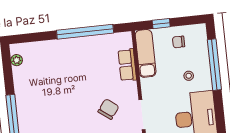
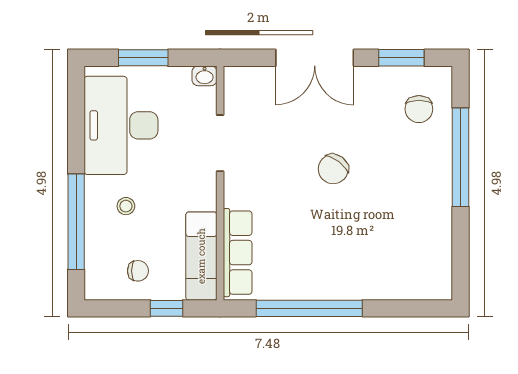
plant: (17, 60) -> (442, 269), removed
row of seats: (127, 65) -> (238, 253), width x1.48
chair: (108, 109) -> (333, 169), moved

